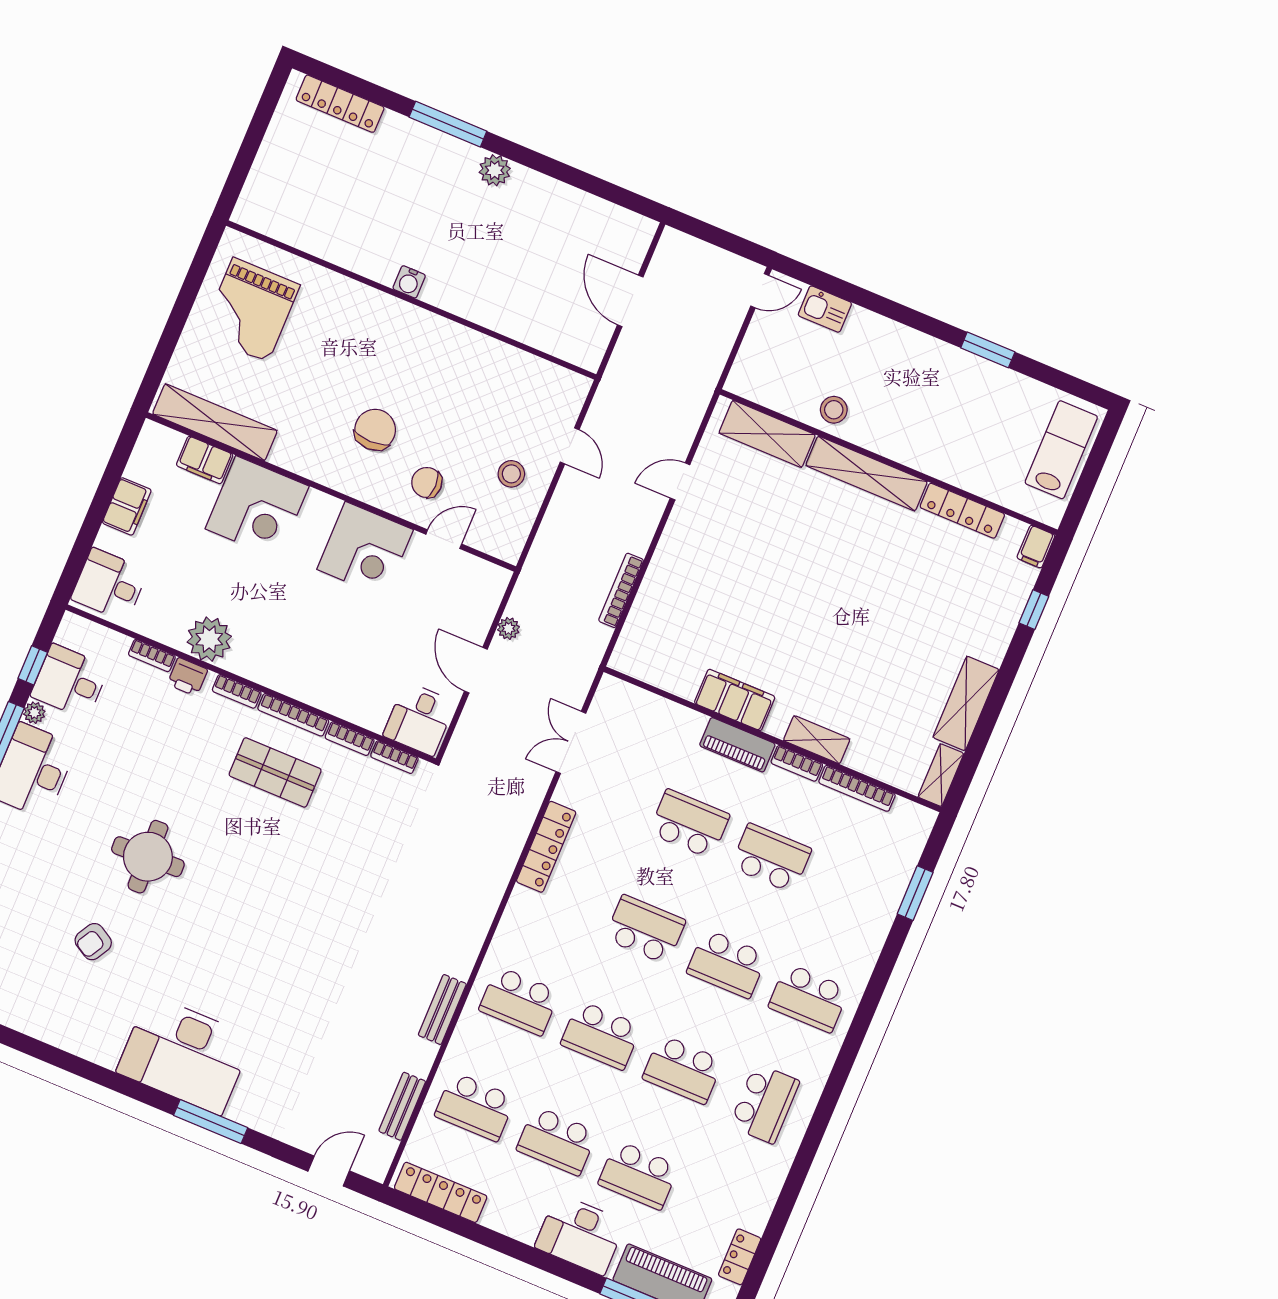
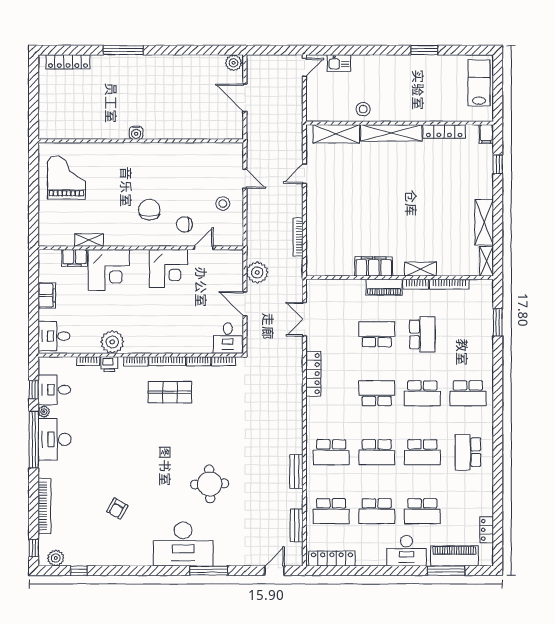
plant: (495, 170) -> (234, 63), moved
grand piano: (250, 310) -> (66, 178), turned 180
shelving: (215, 422) -> (89, 240), width x0.45, depth x0.75
plant: (508, 628) -> (257, 272), width x1.87, depth x1.87
round table: (148, 857) -> (210, 484), moved
school desk: (771, 858) -> (422, 334), turned 90
school desk: (764, 1104) -> (468, 452), turned 180

